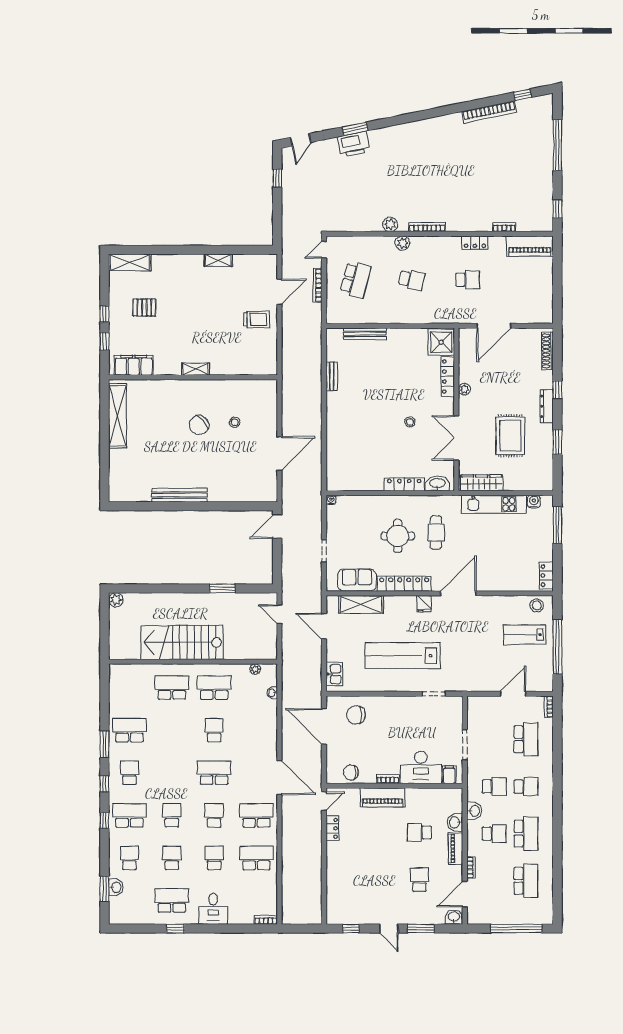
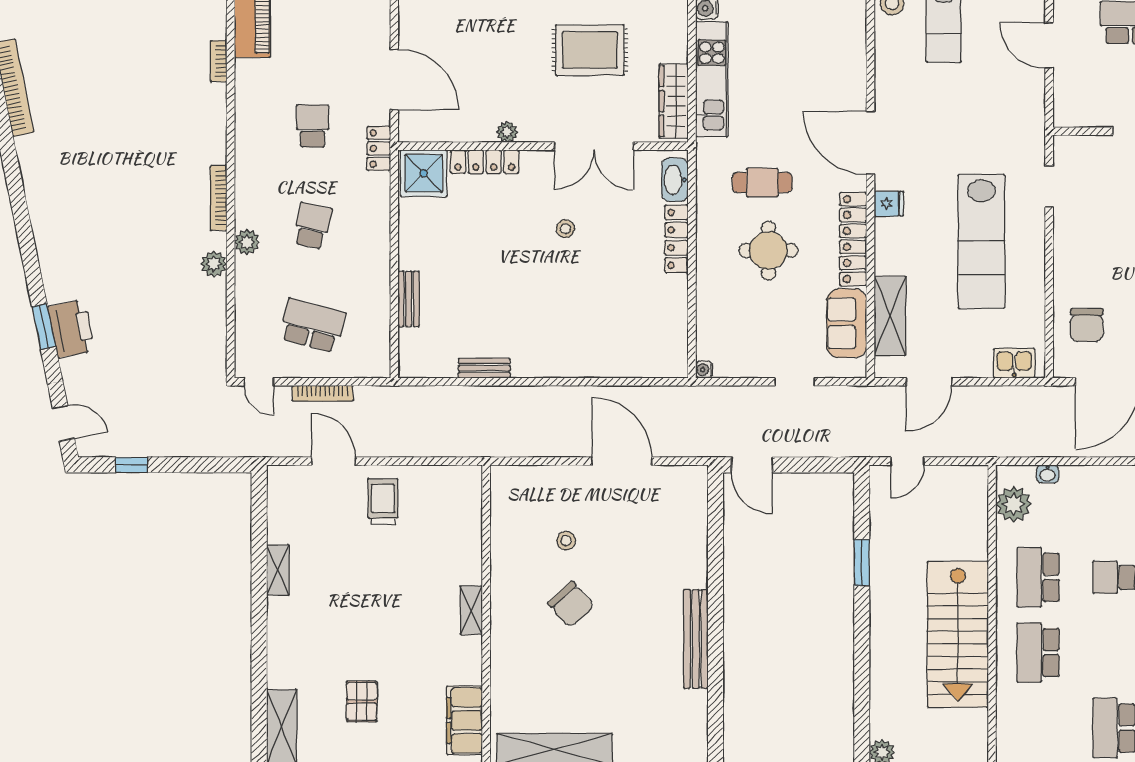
locker: (475, 243) -> (379, 148), moved, turned 180
bench: (365, 334) -> (409, 299), width x0.73
plant: (255, 669) -> (1014, 504), width x1.88, depth x1.88

